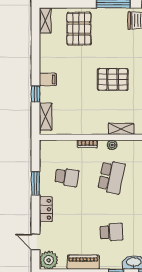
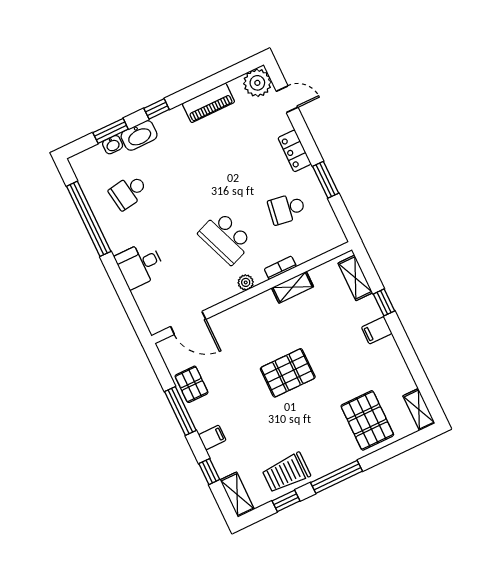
shelving: (121, 129) -> (293, 287), moved
school desk: (111, 177) -> (226, 238), turned -33
school desk: (111, 232) -> (190, 163), removed

